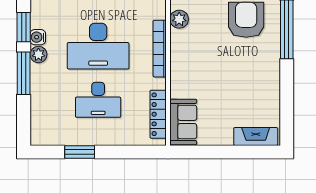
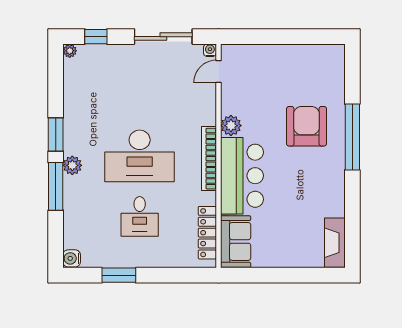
water cooler: (38, 37) -> (72, 258), moved
bar counter: (189, 64) -> (242, 176), added
desk: (98, 100) -> (140, 216), width x0.73
fireplace: (256, 136) -> (335, 243), moved, turned -90

